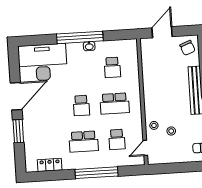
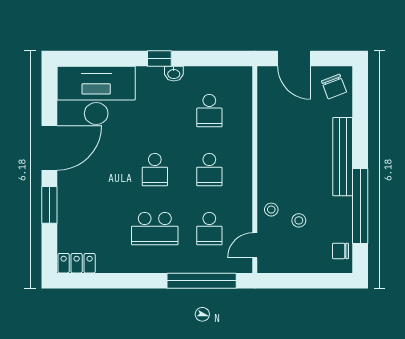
door: (162, 32) -> (294, 58), swing flipped
window: (80, 37) -> (159, 58), width x0.32
school desk: (115, 103) -> (209, 170), width x0.54
locker: (50, 165) -> (77, 263), moved
window: (96, 173) -> (202, 281), moved

